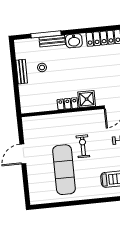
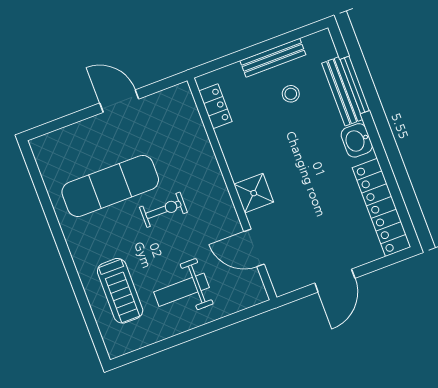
bench: (52, 41) -> (342, 91), width x1.36
bench: (22, 72) -> (273, 58), width x1.36
locker: (68, 104) -> (215, 106), moved

